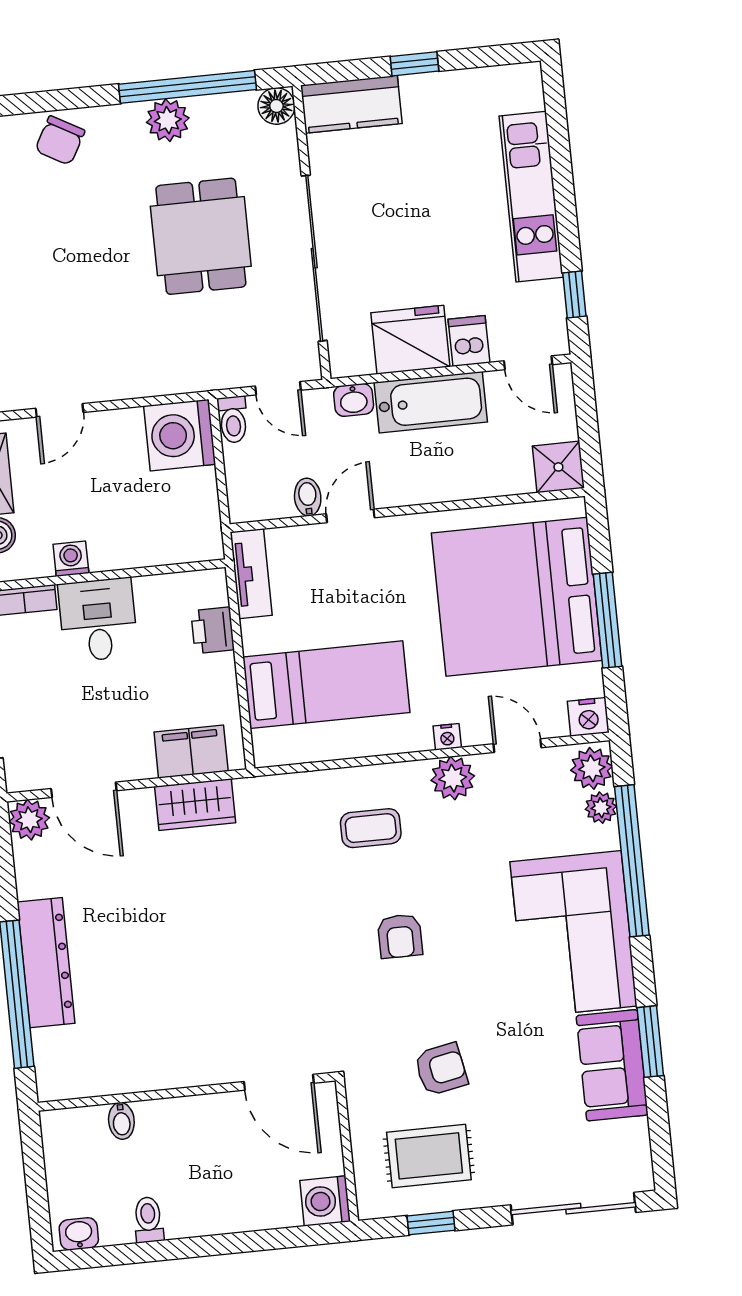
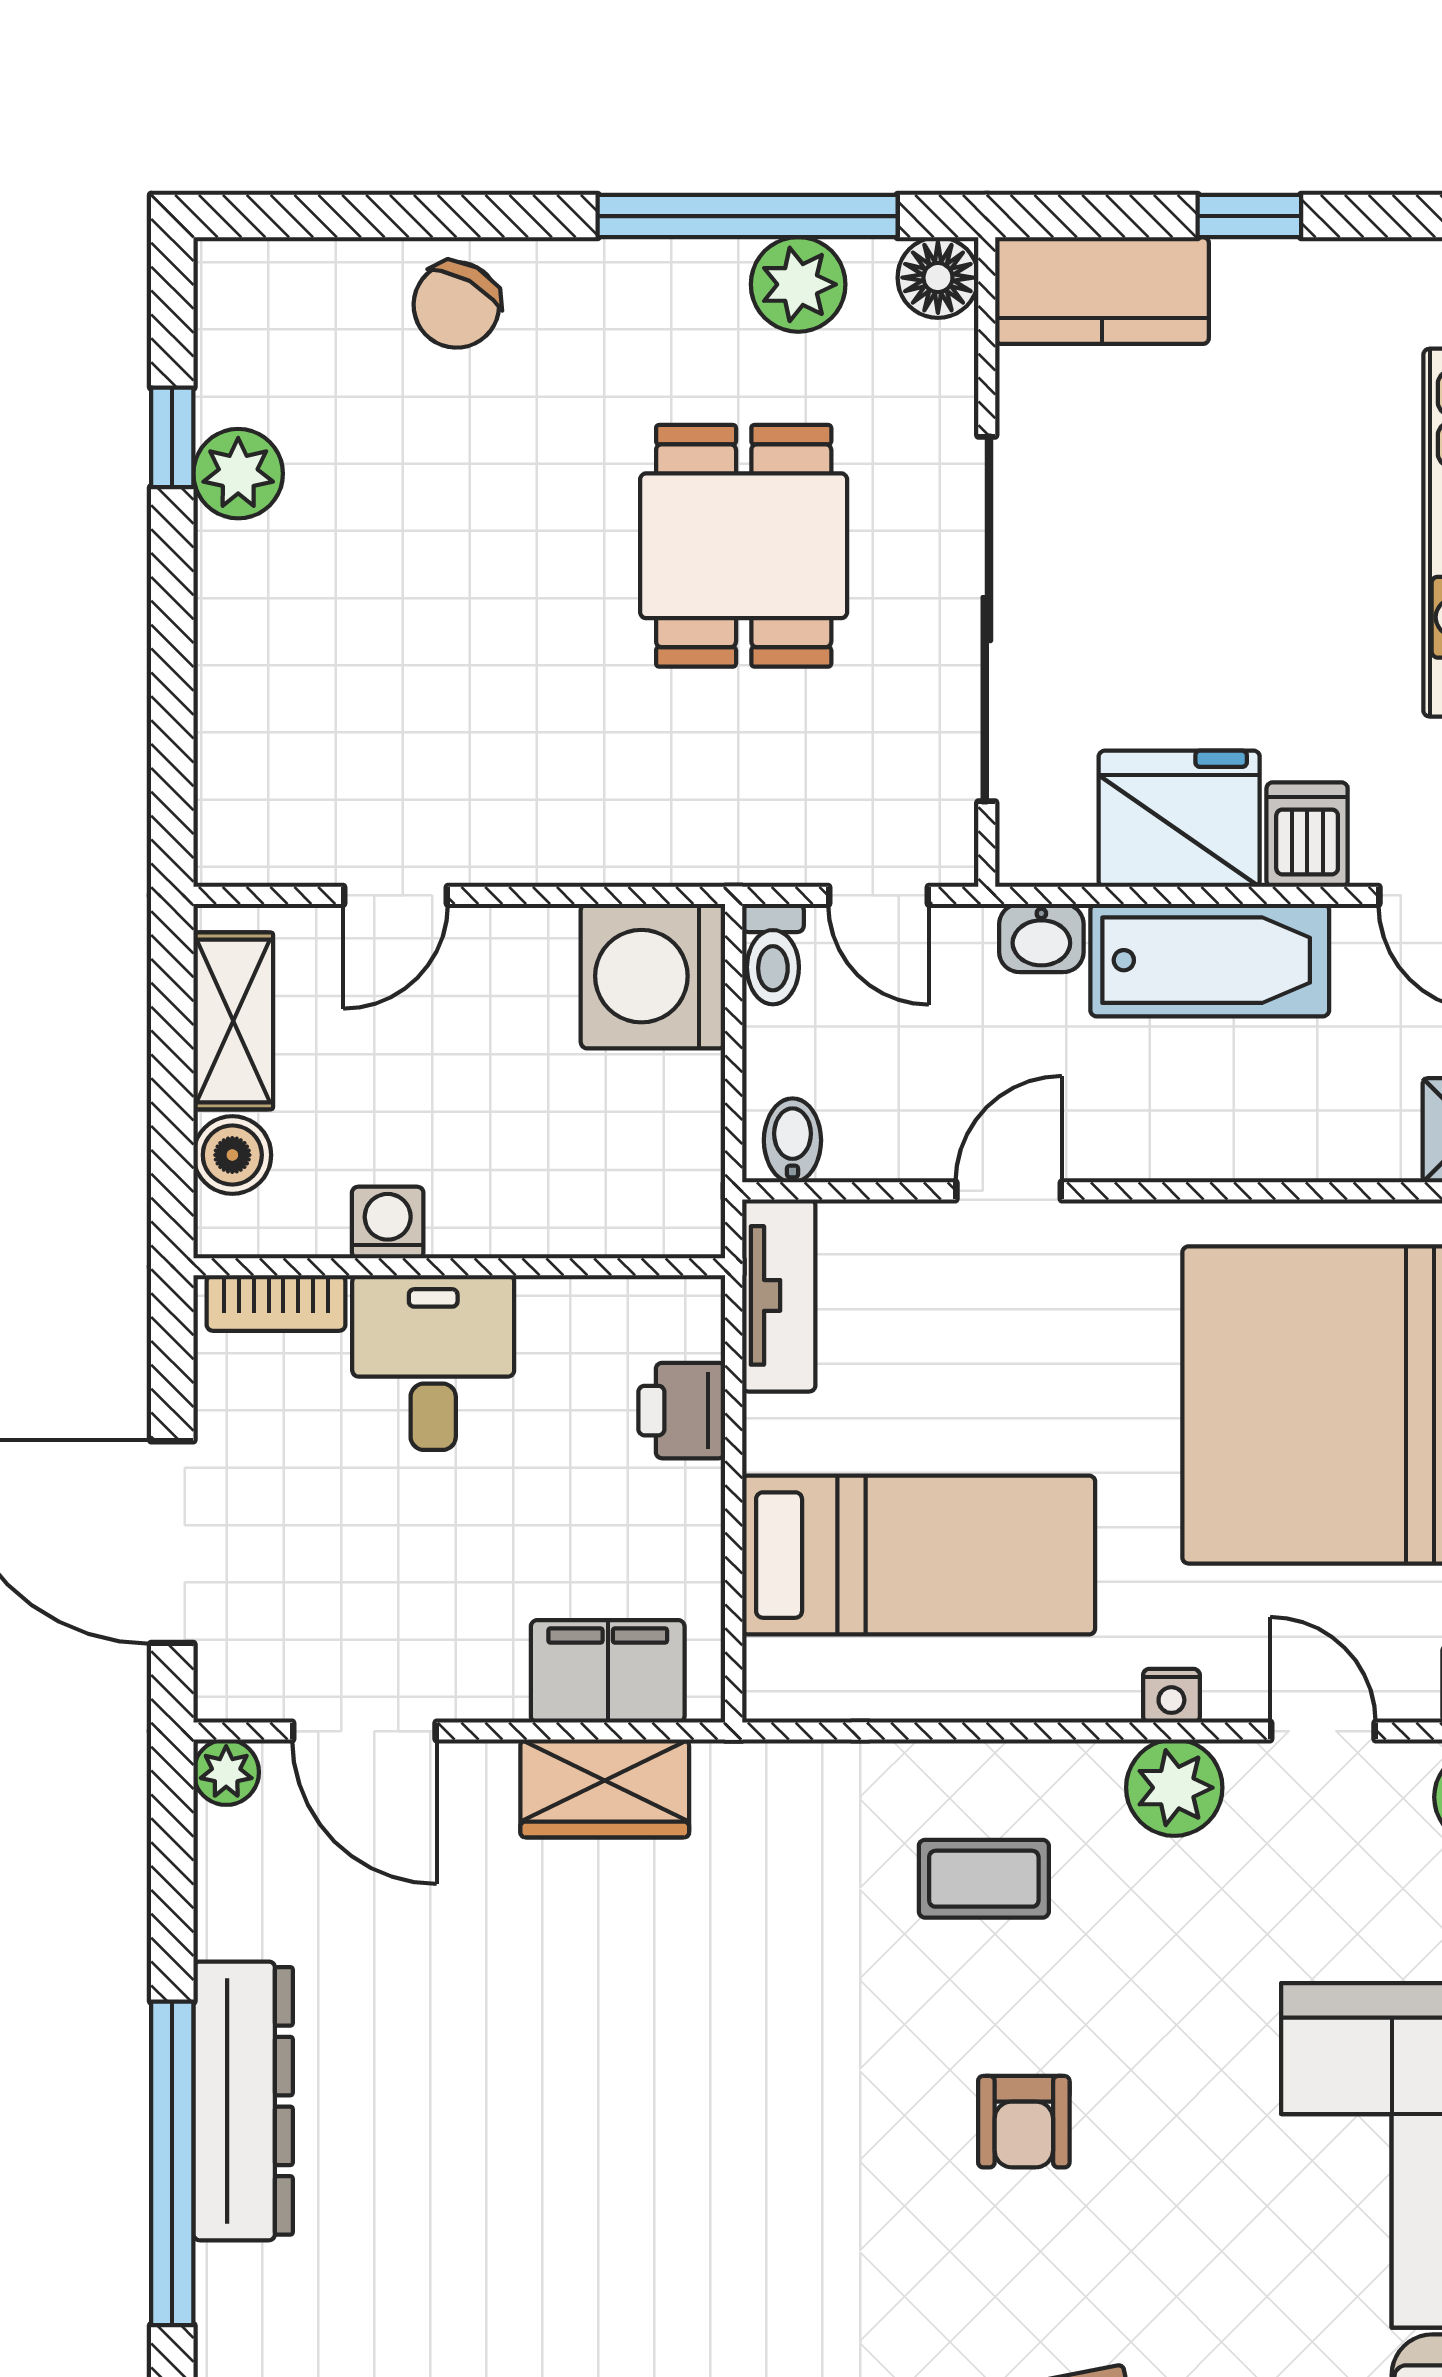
plant: (168, 120) -> (798, 284), moved
bidet: (308, 497) -> (792, 1140), moved
plant: (29, 820) -> (226, 1772), width x0.73, depth x0.73

